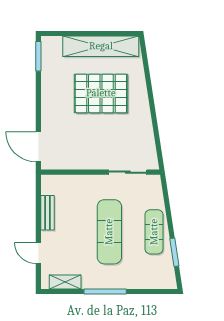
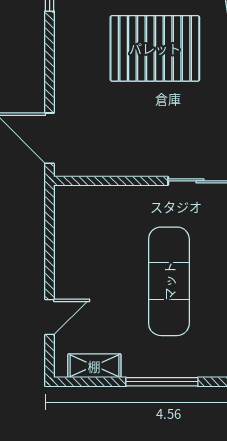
bench: (47, 213) -> (65, 249), removed
door: (38, 253) -> (50, 317), swing flipped

